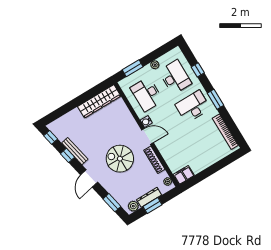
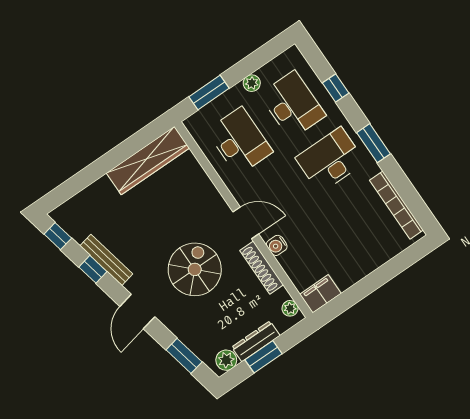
desk: (147, 94) -> (240, 141), turned 180
water cooler: (146, 122) -> (277, 245), moved
spiral stairs: (120, 159) -> (195, 269), turned 90

